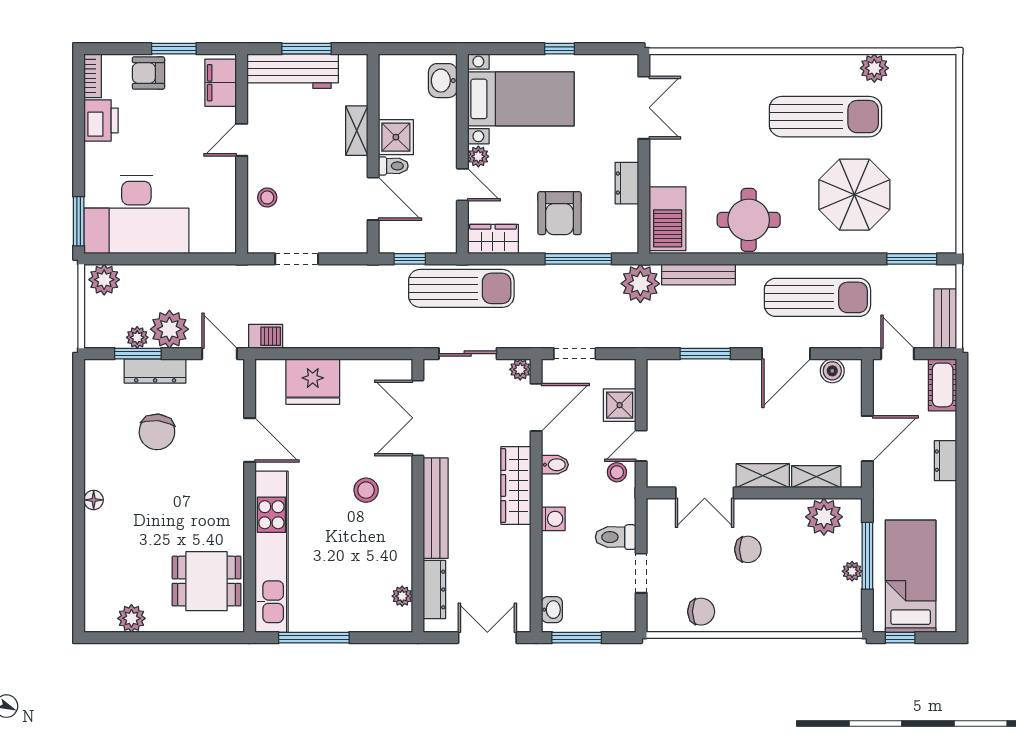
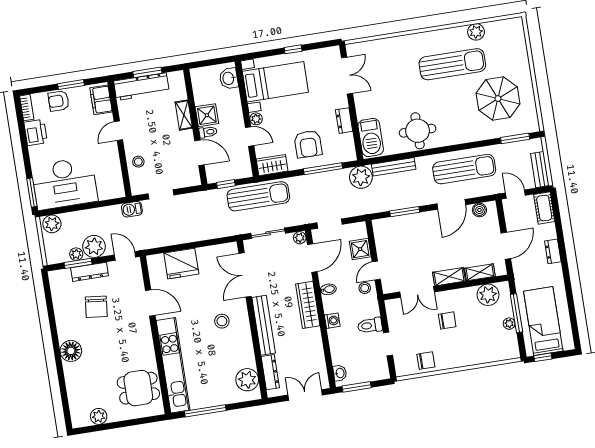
parasol: (854, 195) -> (498, 98), moved
barbecue: (266, 336) -> (132, 209), moved, turned 180
floor lamp: (94, 500) -> (71, 351), width x1.89, depth x1.89
plant: (402, 596) -> (247, 380), width x1.87, depth x1.87

